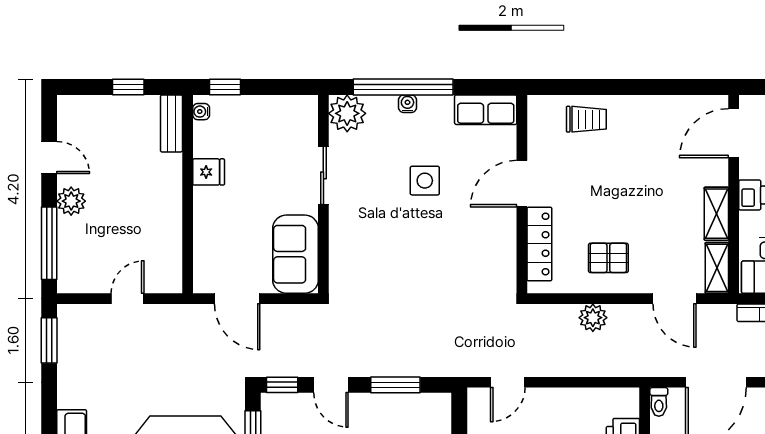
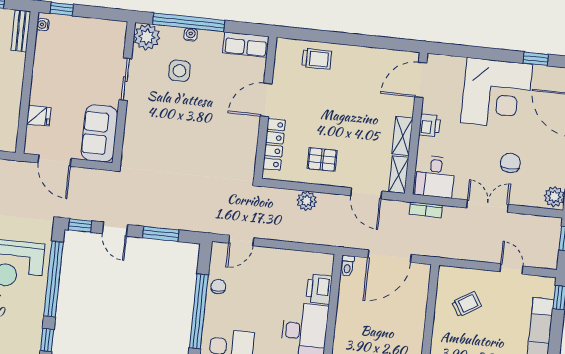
fridge: (209, 172) -> (39, 116), moved
side table: (425, 181) -> (179, 71), moved

